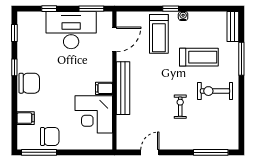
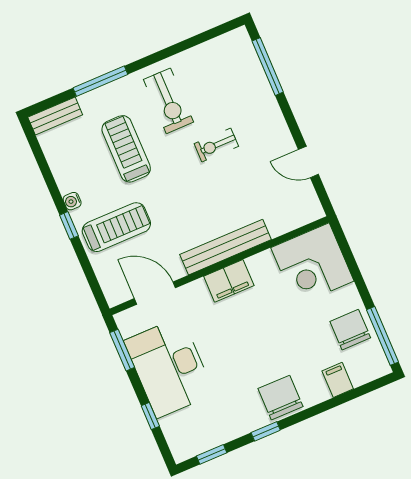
filing cabinet: (104, 88) -> (229, 281), width x2.00
corner desk: (94, 114) -> (312, 264), moved, turned 90

